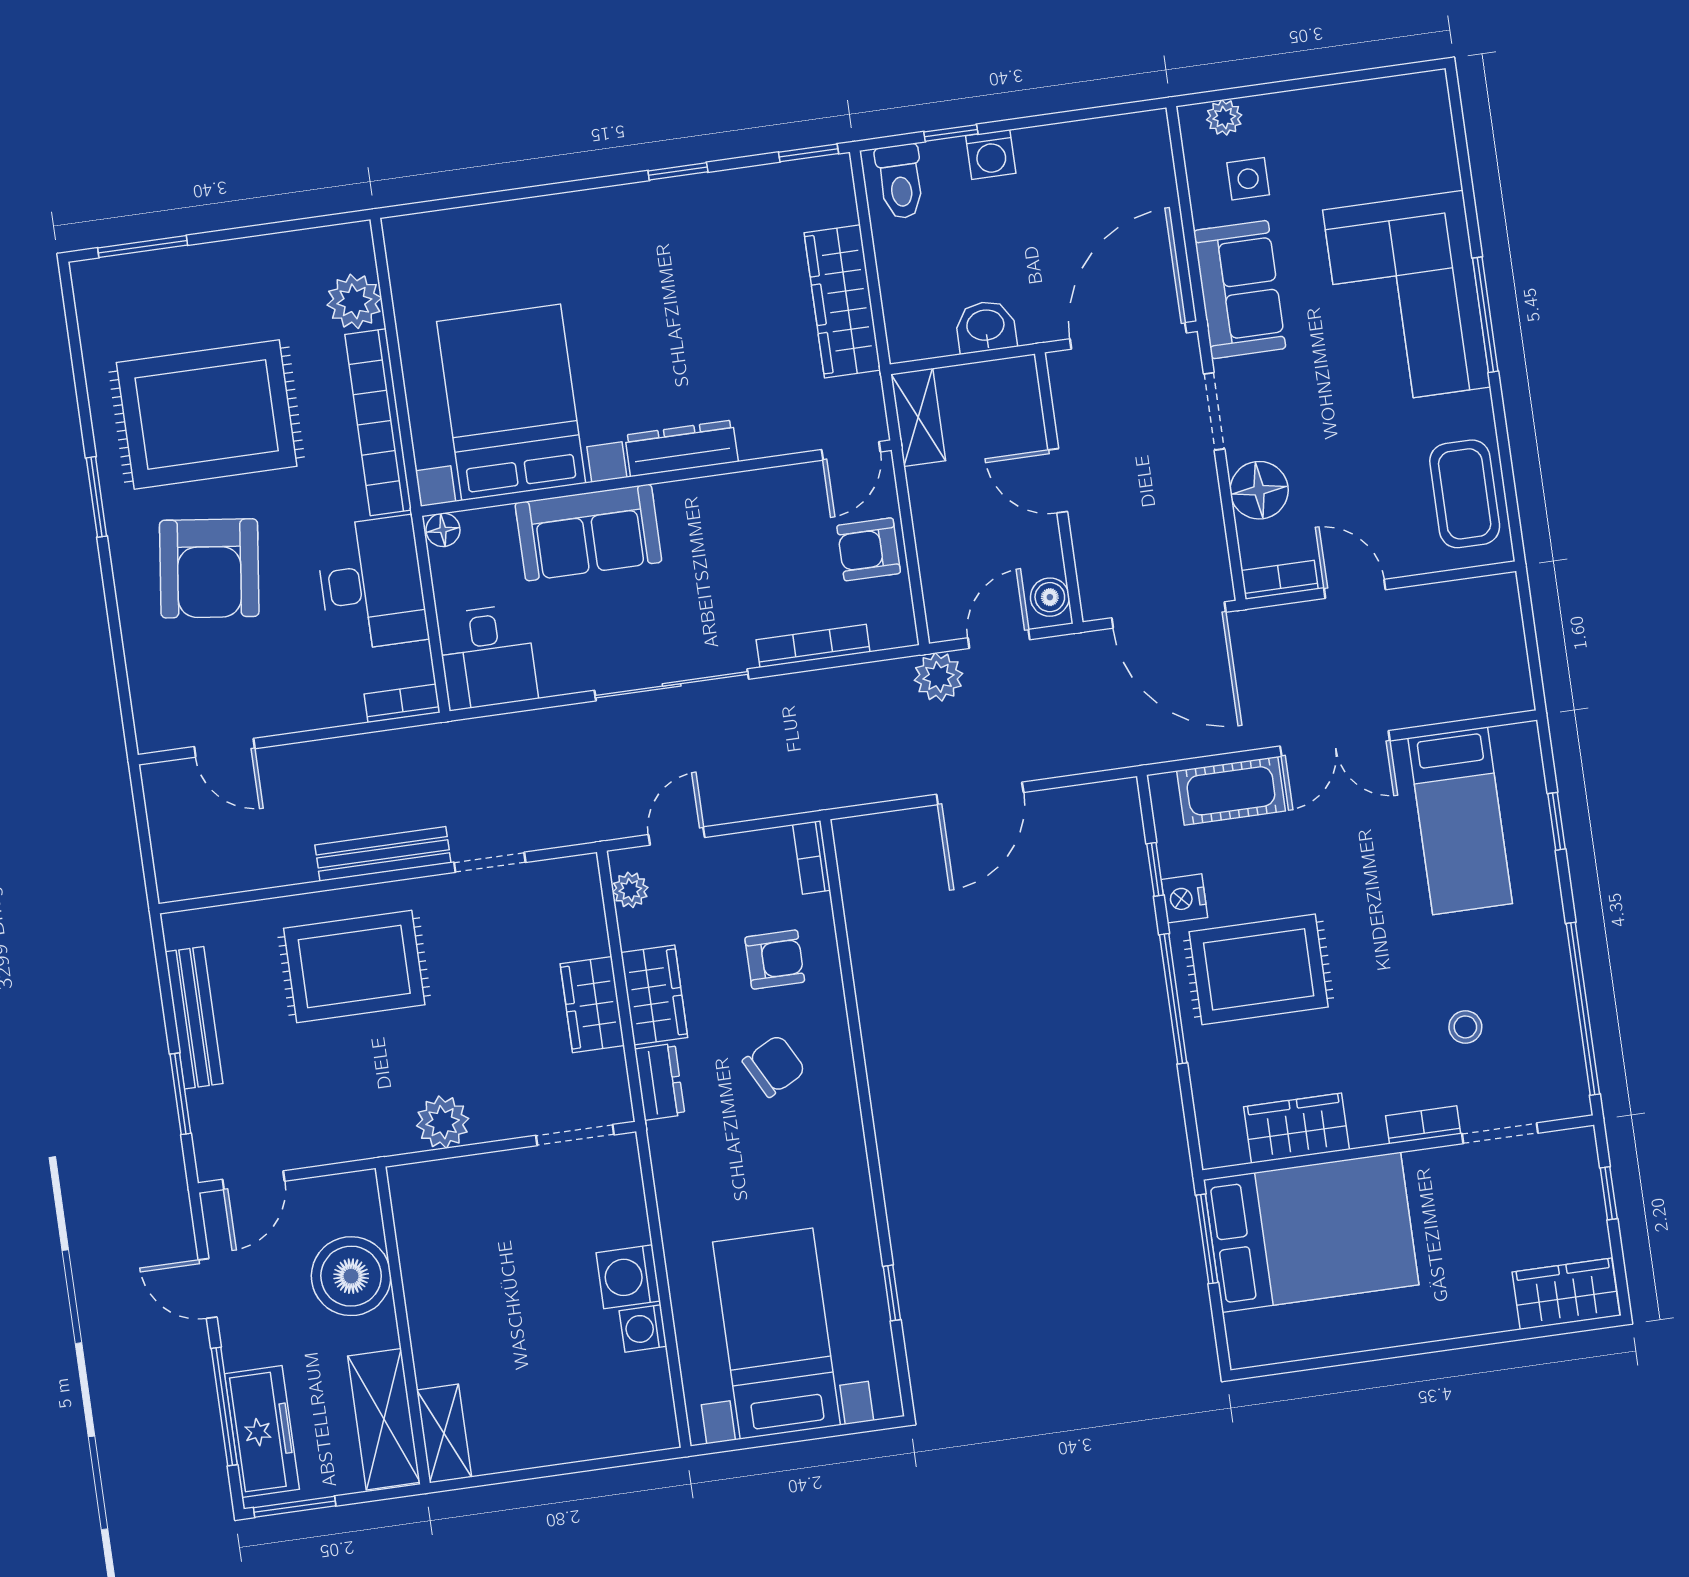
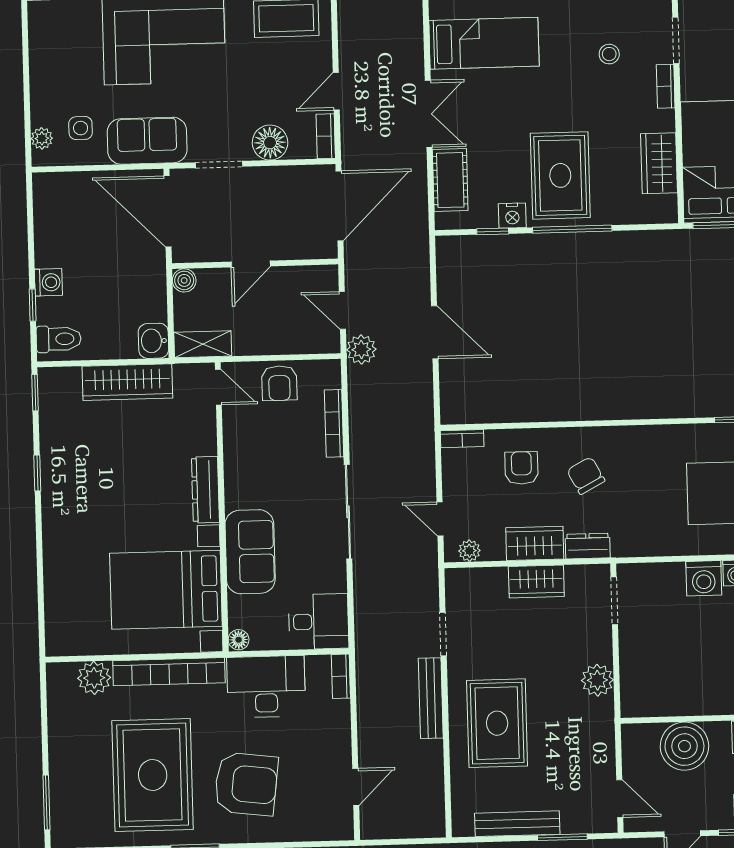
washbasin: (986, 327) -> (153, 341), moved
boiler: (1050, 597) -> (184, 280), moved

